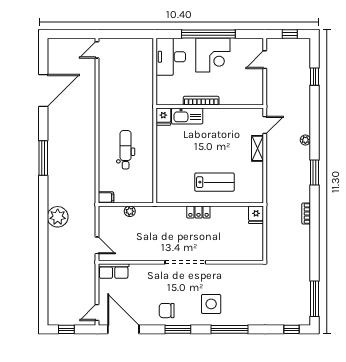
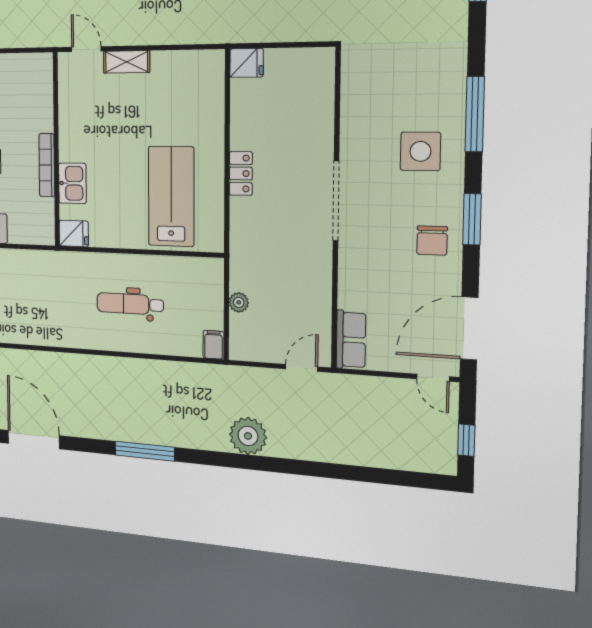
kitchen sink: (187, 116) -> (72, 183), width x0.73
lab bench: (214, 182) -> (171, 196), moved, width x1.36, depth x1.39

